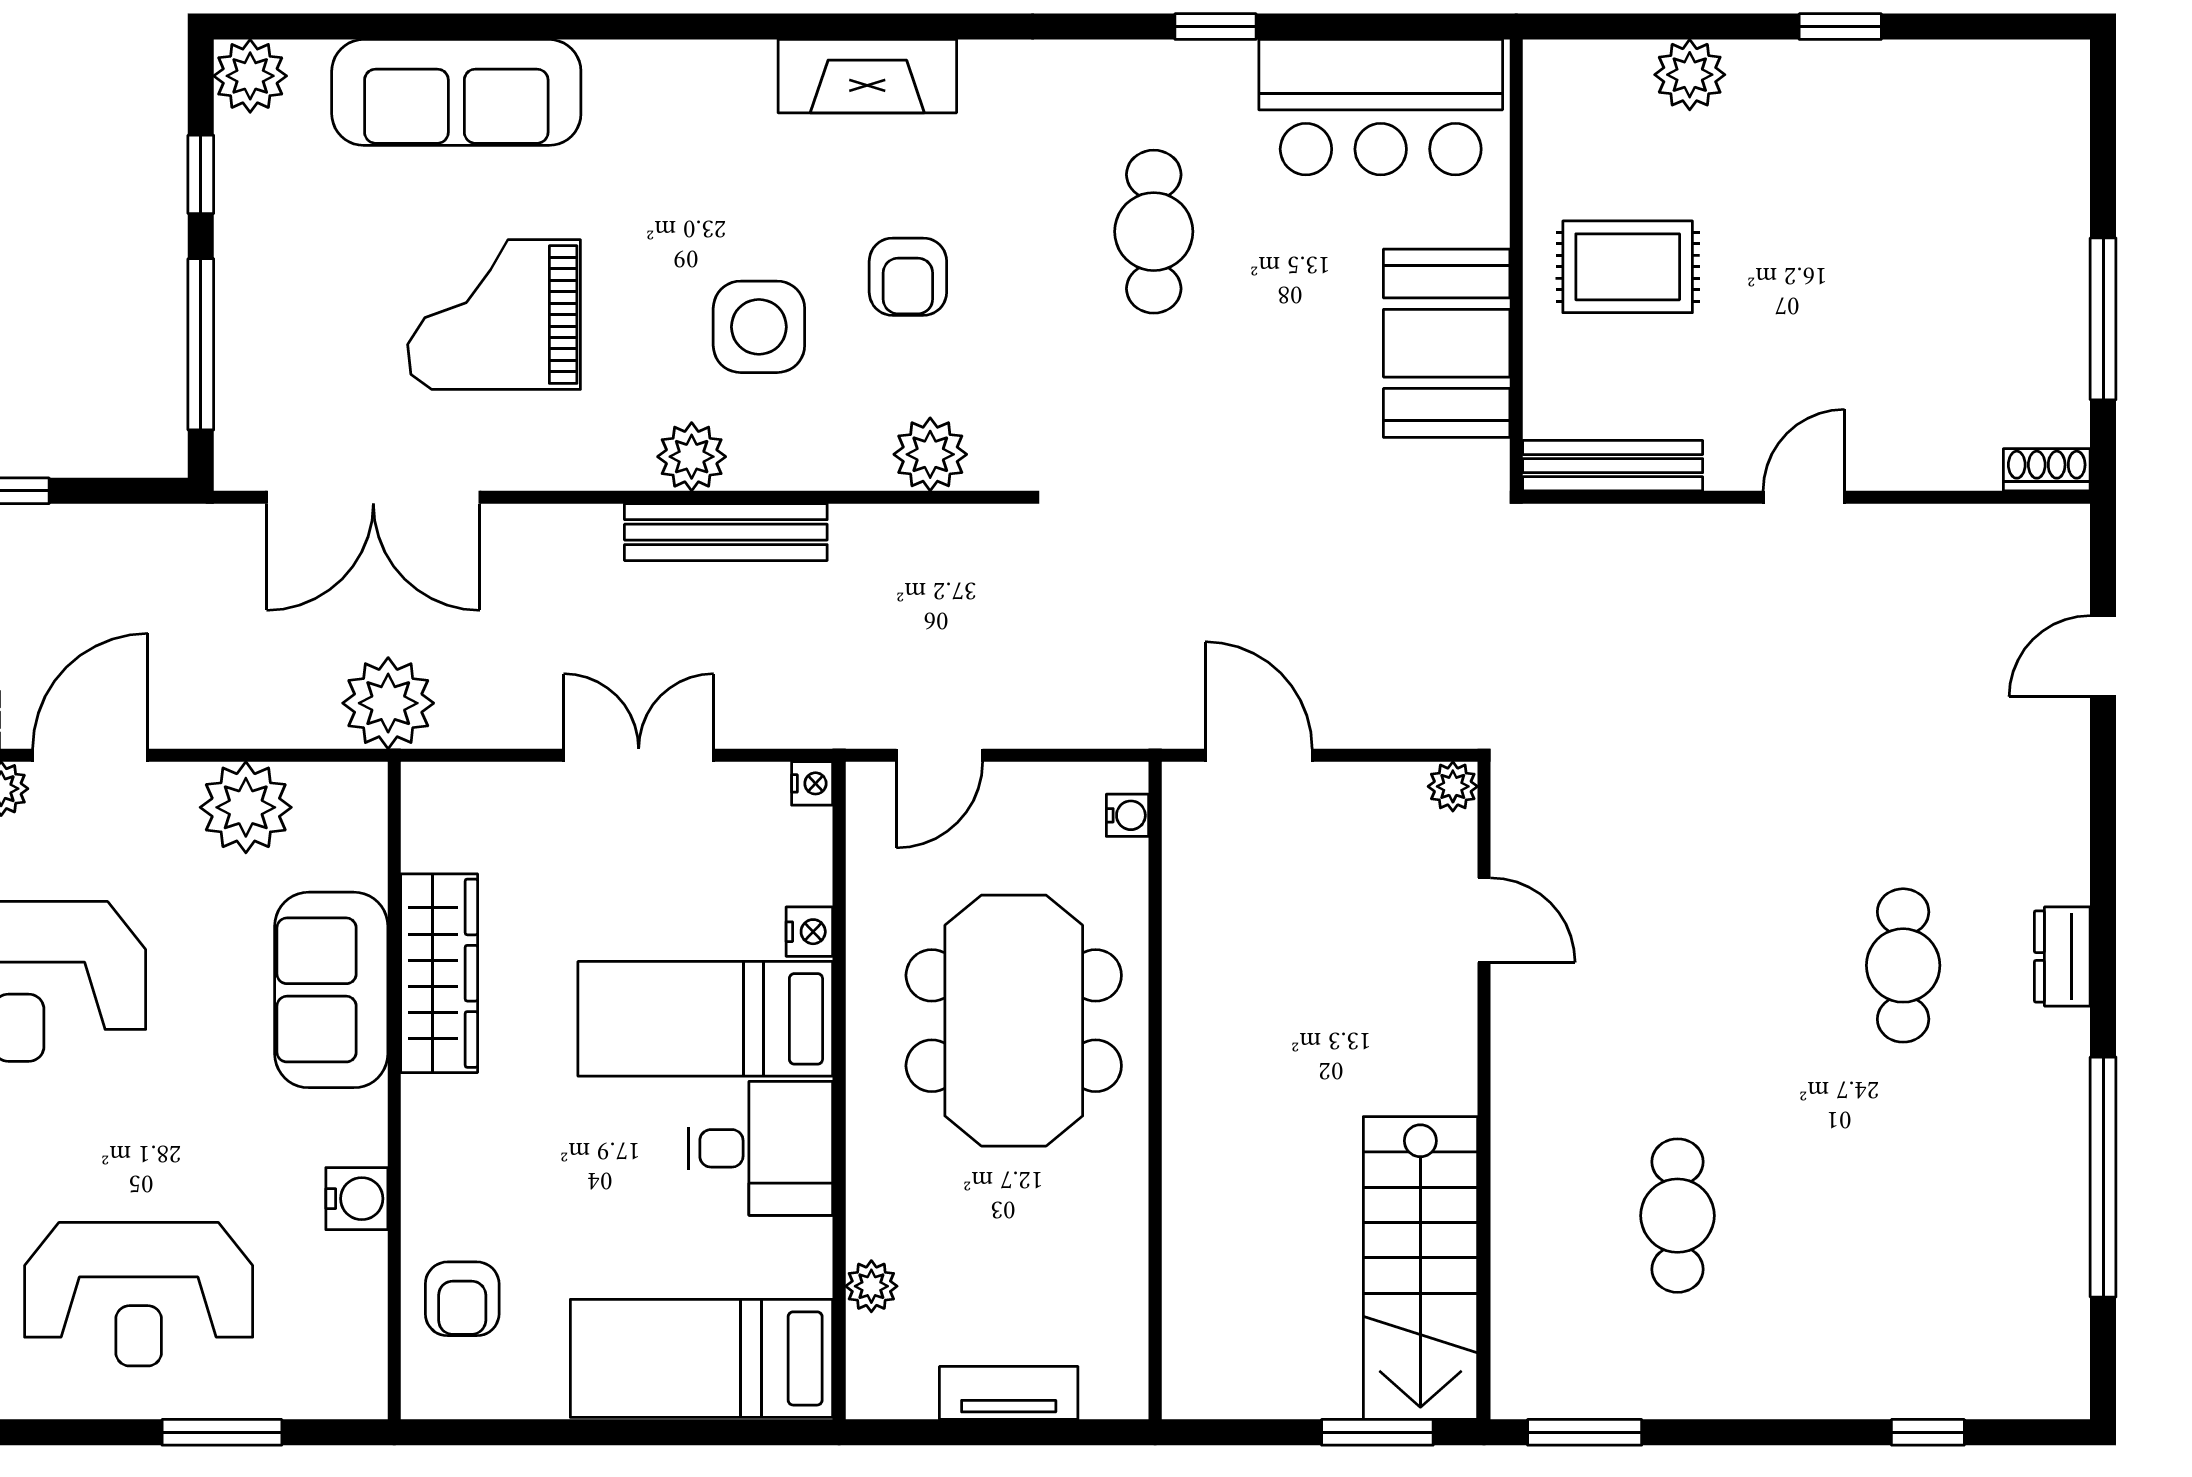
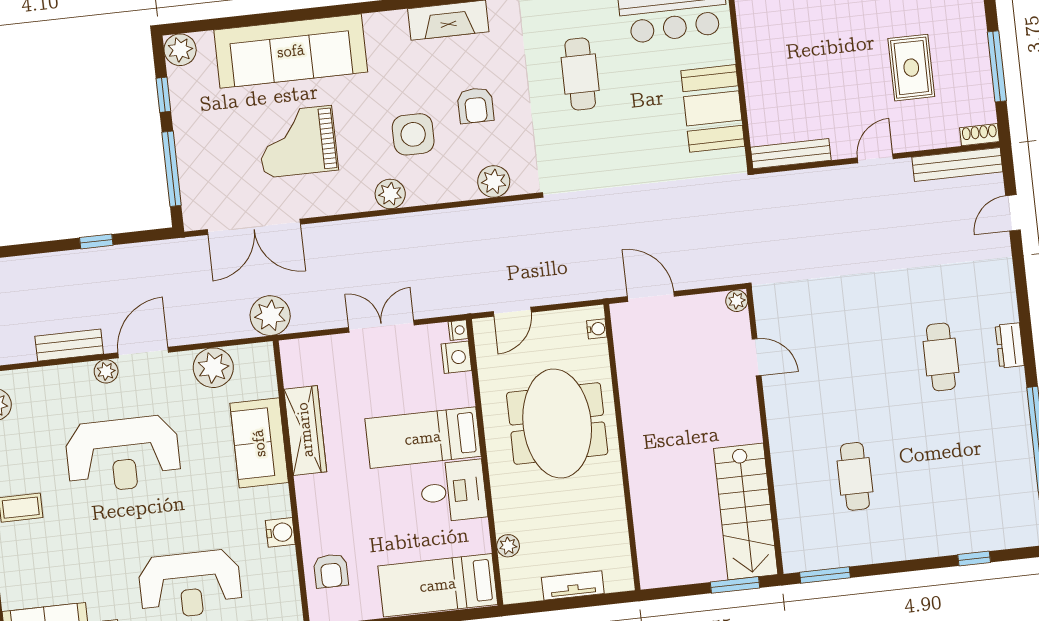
sofa: (456, 92) -> (291, 51), width x1.36, depth x1.27
rug: (1628, 267) -> (911, 68), moved, turned 90
bench: (726, 532) -> (957, 165), moved
nightstand: (809, 932) -> (456, 357), moved, width x1.39, depth x1.35

